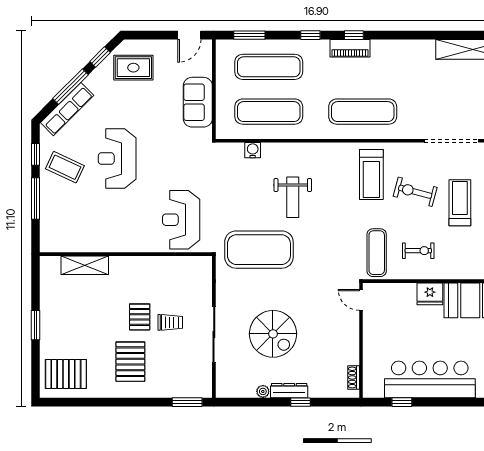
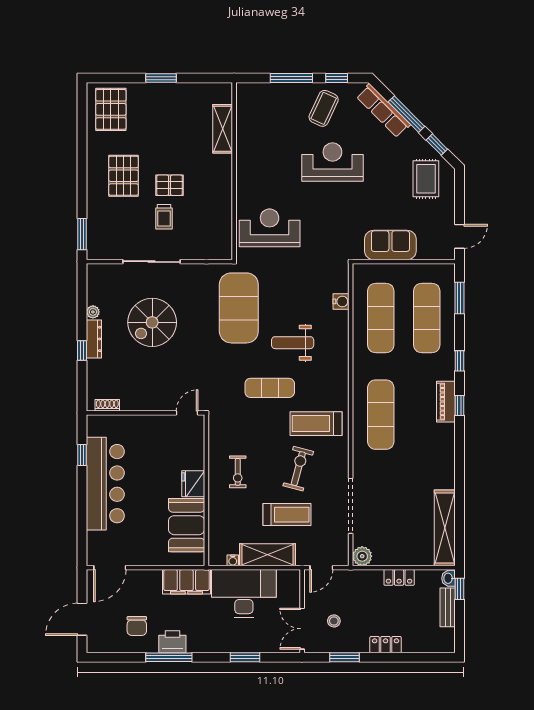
door: (189, 35) -> (459, 236), swing flipped
exercise mat: (377, 253) -> (270, 388), moved
pallet: (130, 362) -> (124, 176), turned 90

